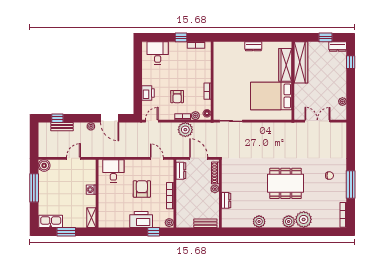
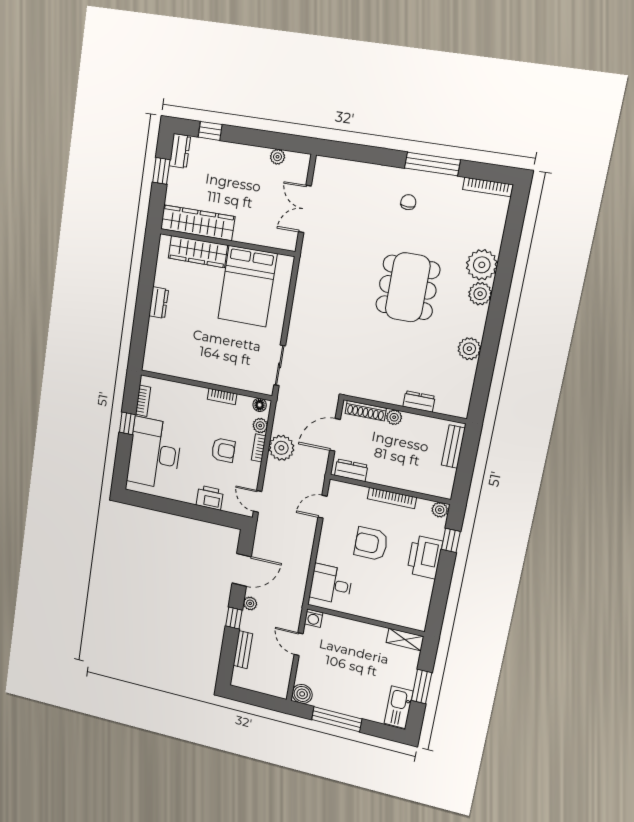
desk: (158, 53) -> (154, 453), width x1.87, depth x1.30
window: (57, 118) -> (234, 618), moved
washing machine: (91, 190) -> (313, 618), moved

